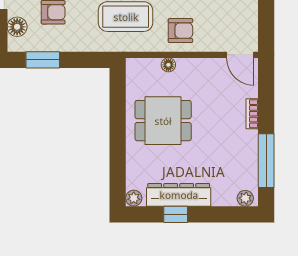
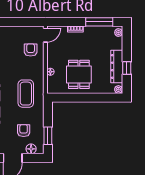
armchair: (180, 31) -> (31, 50), moved

